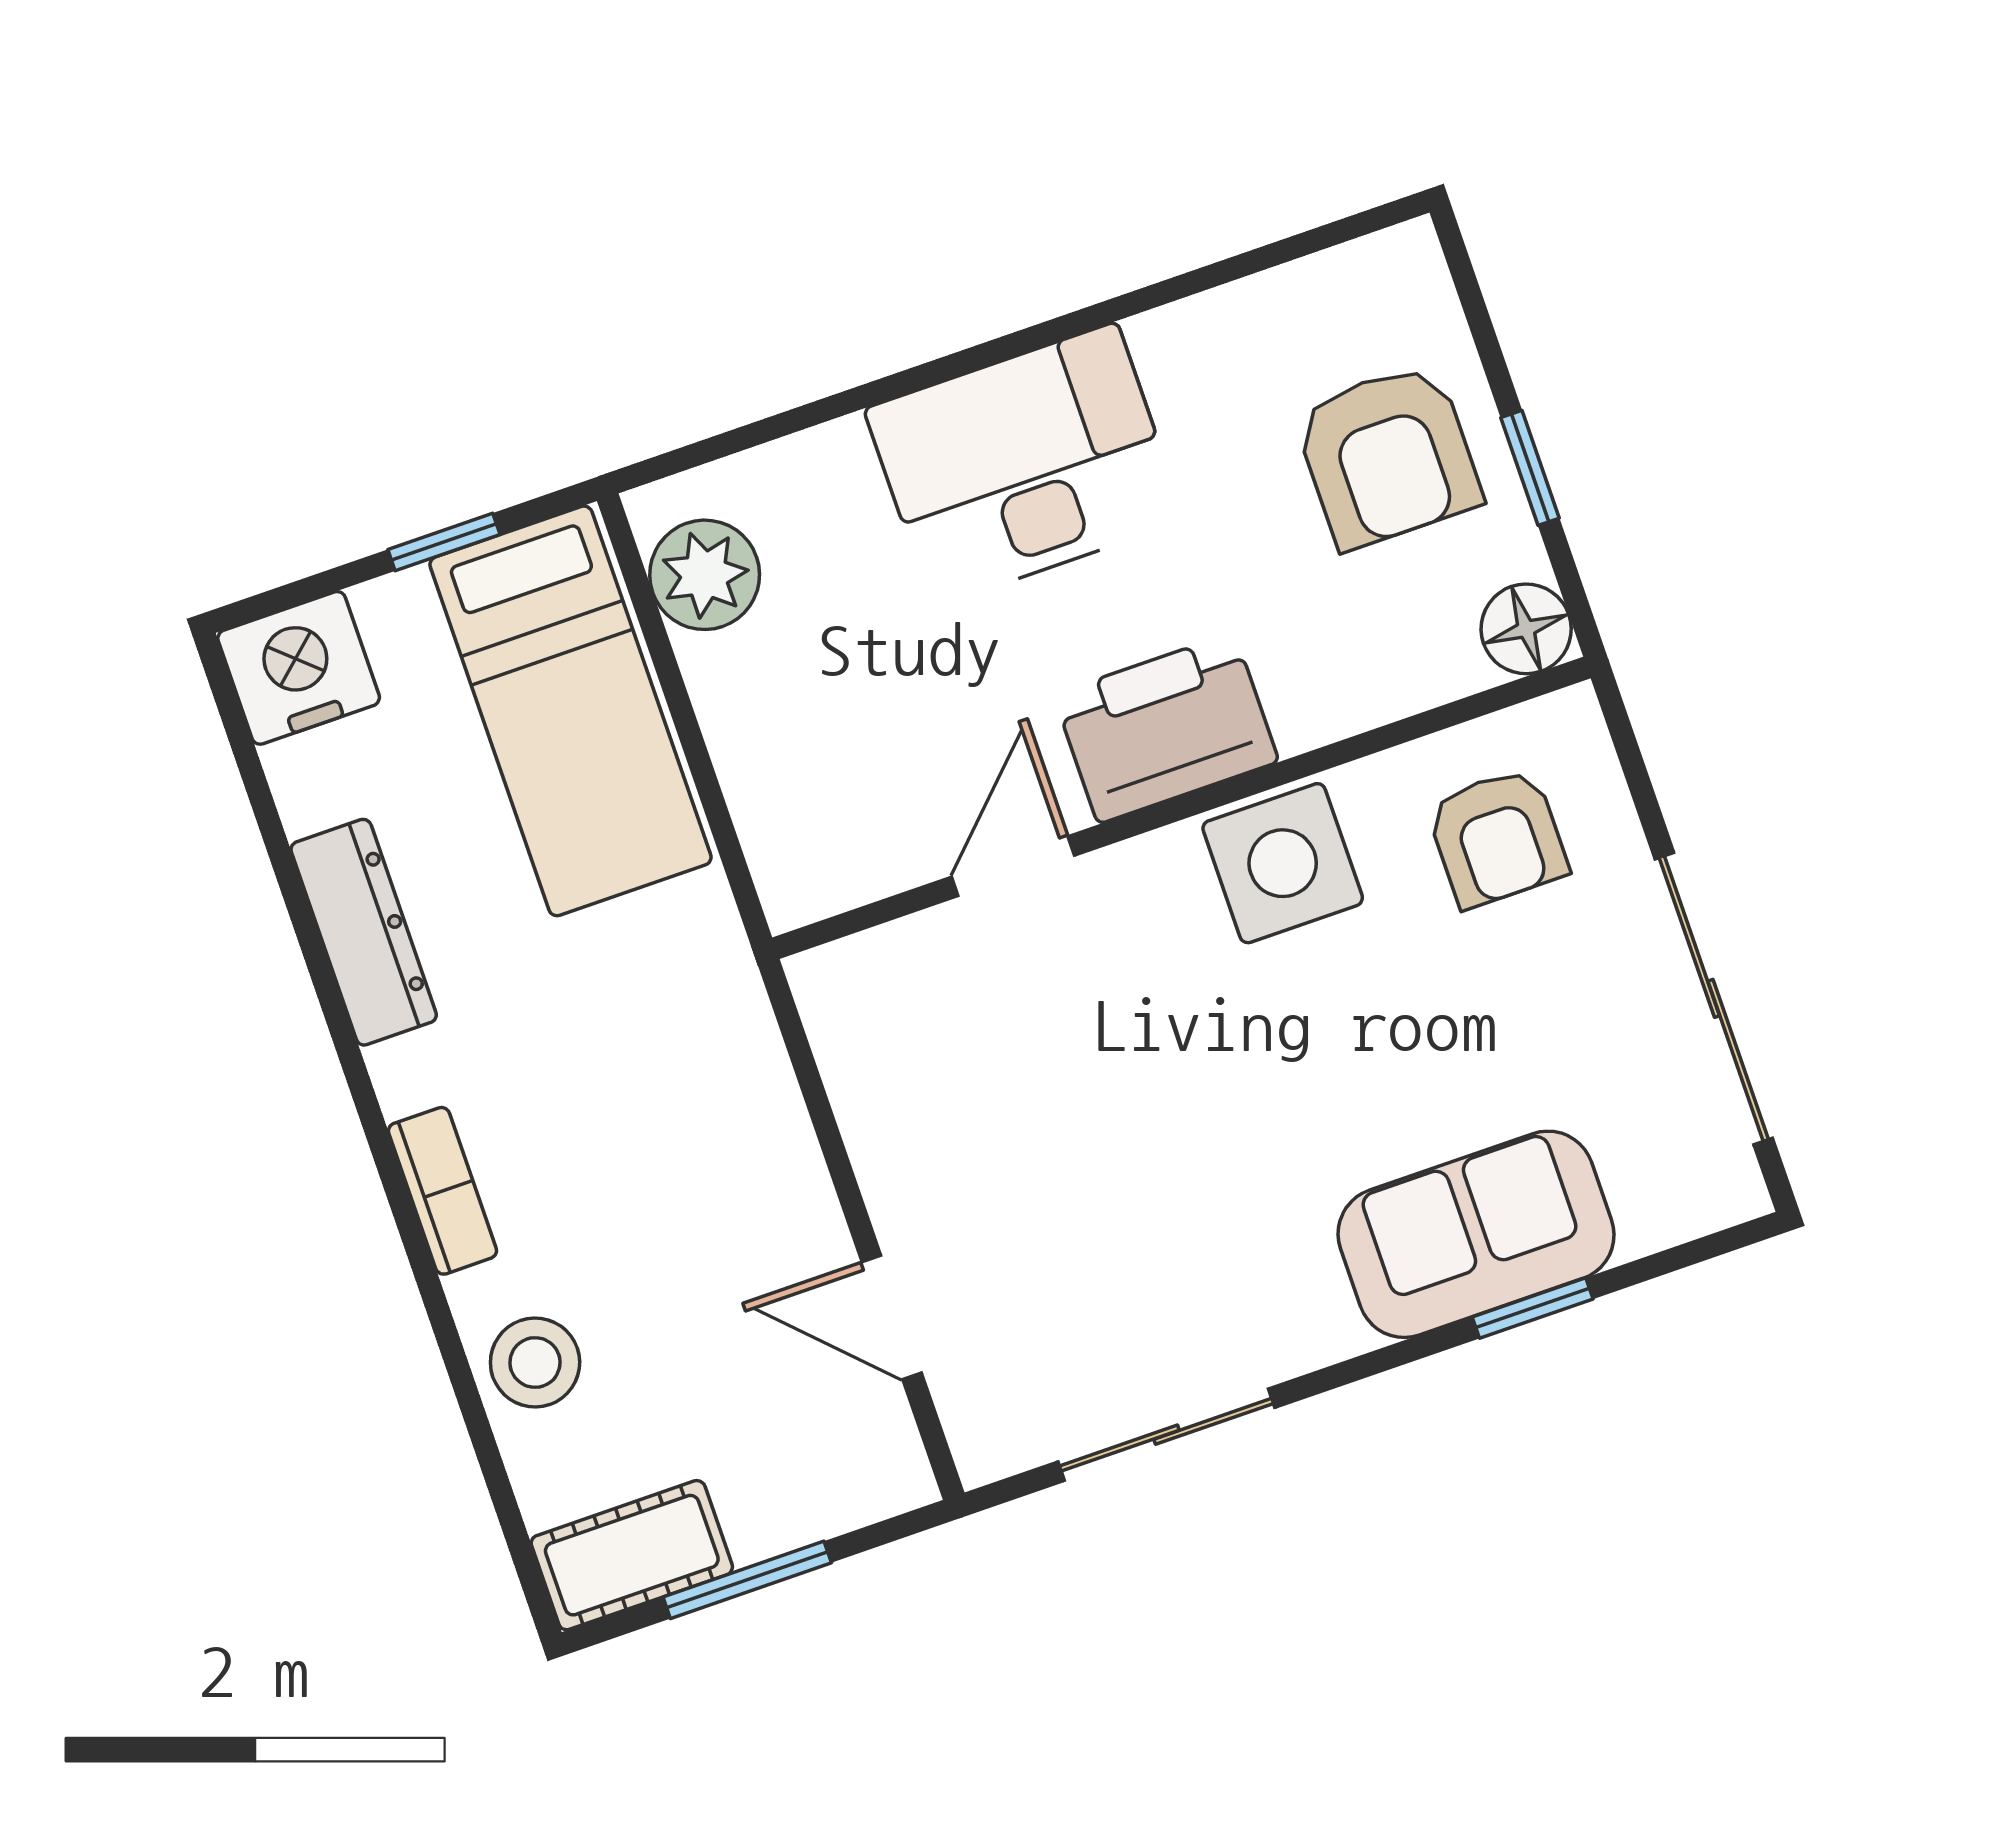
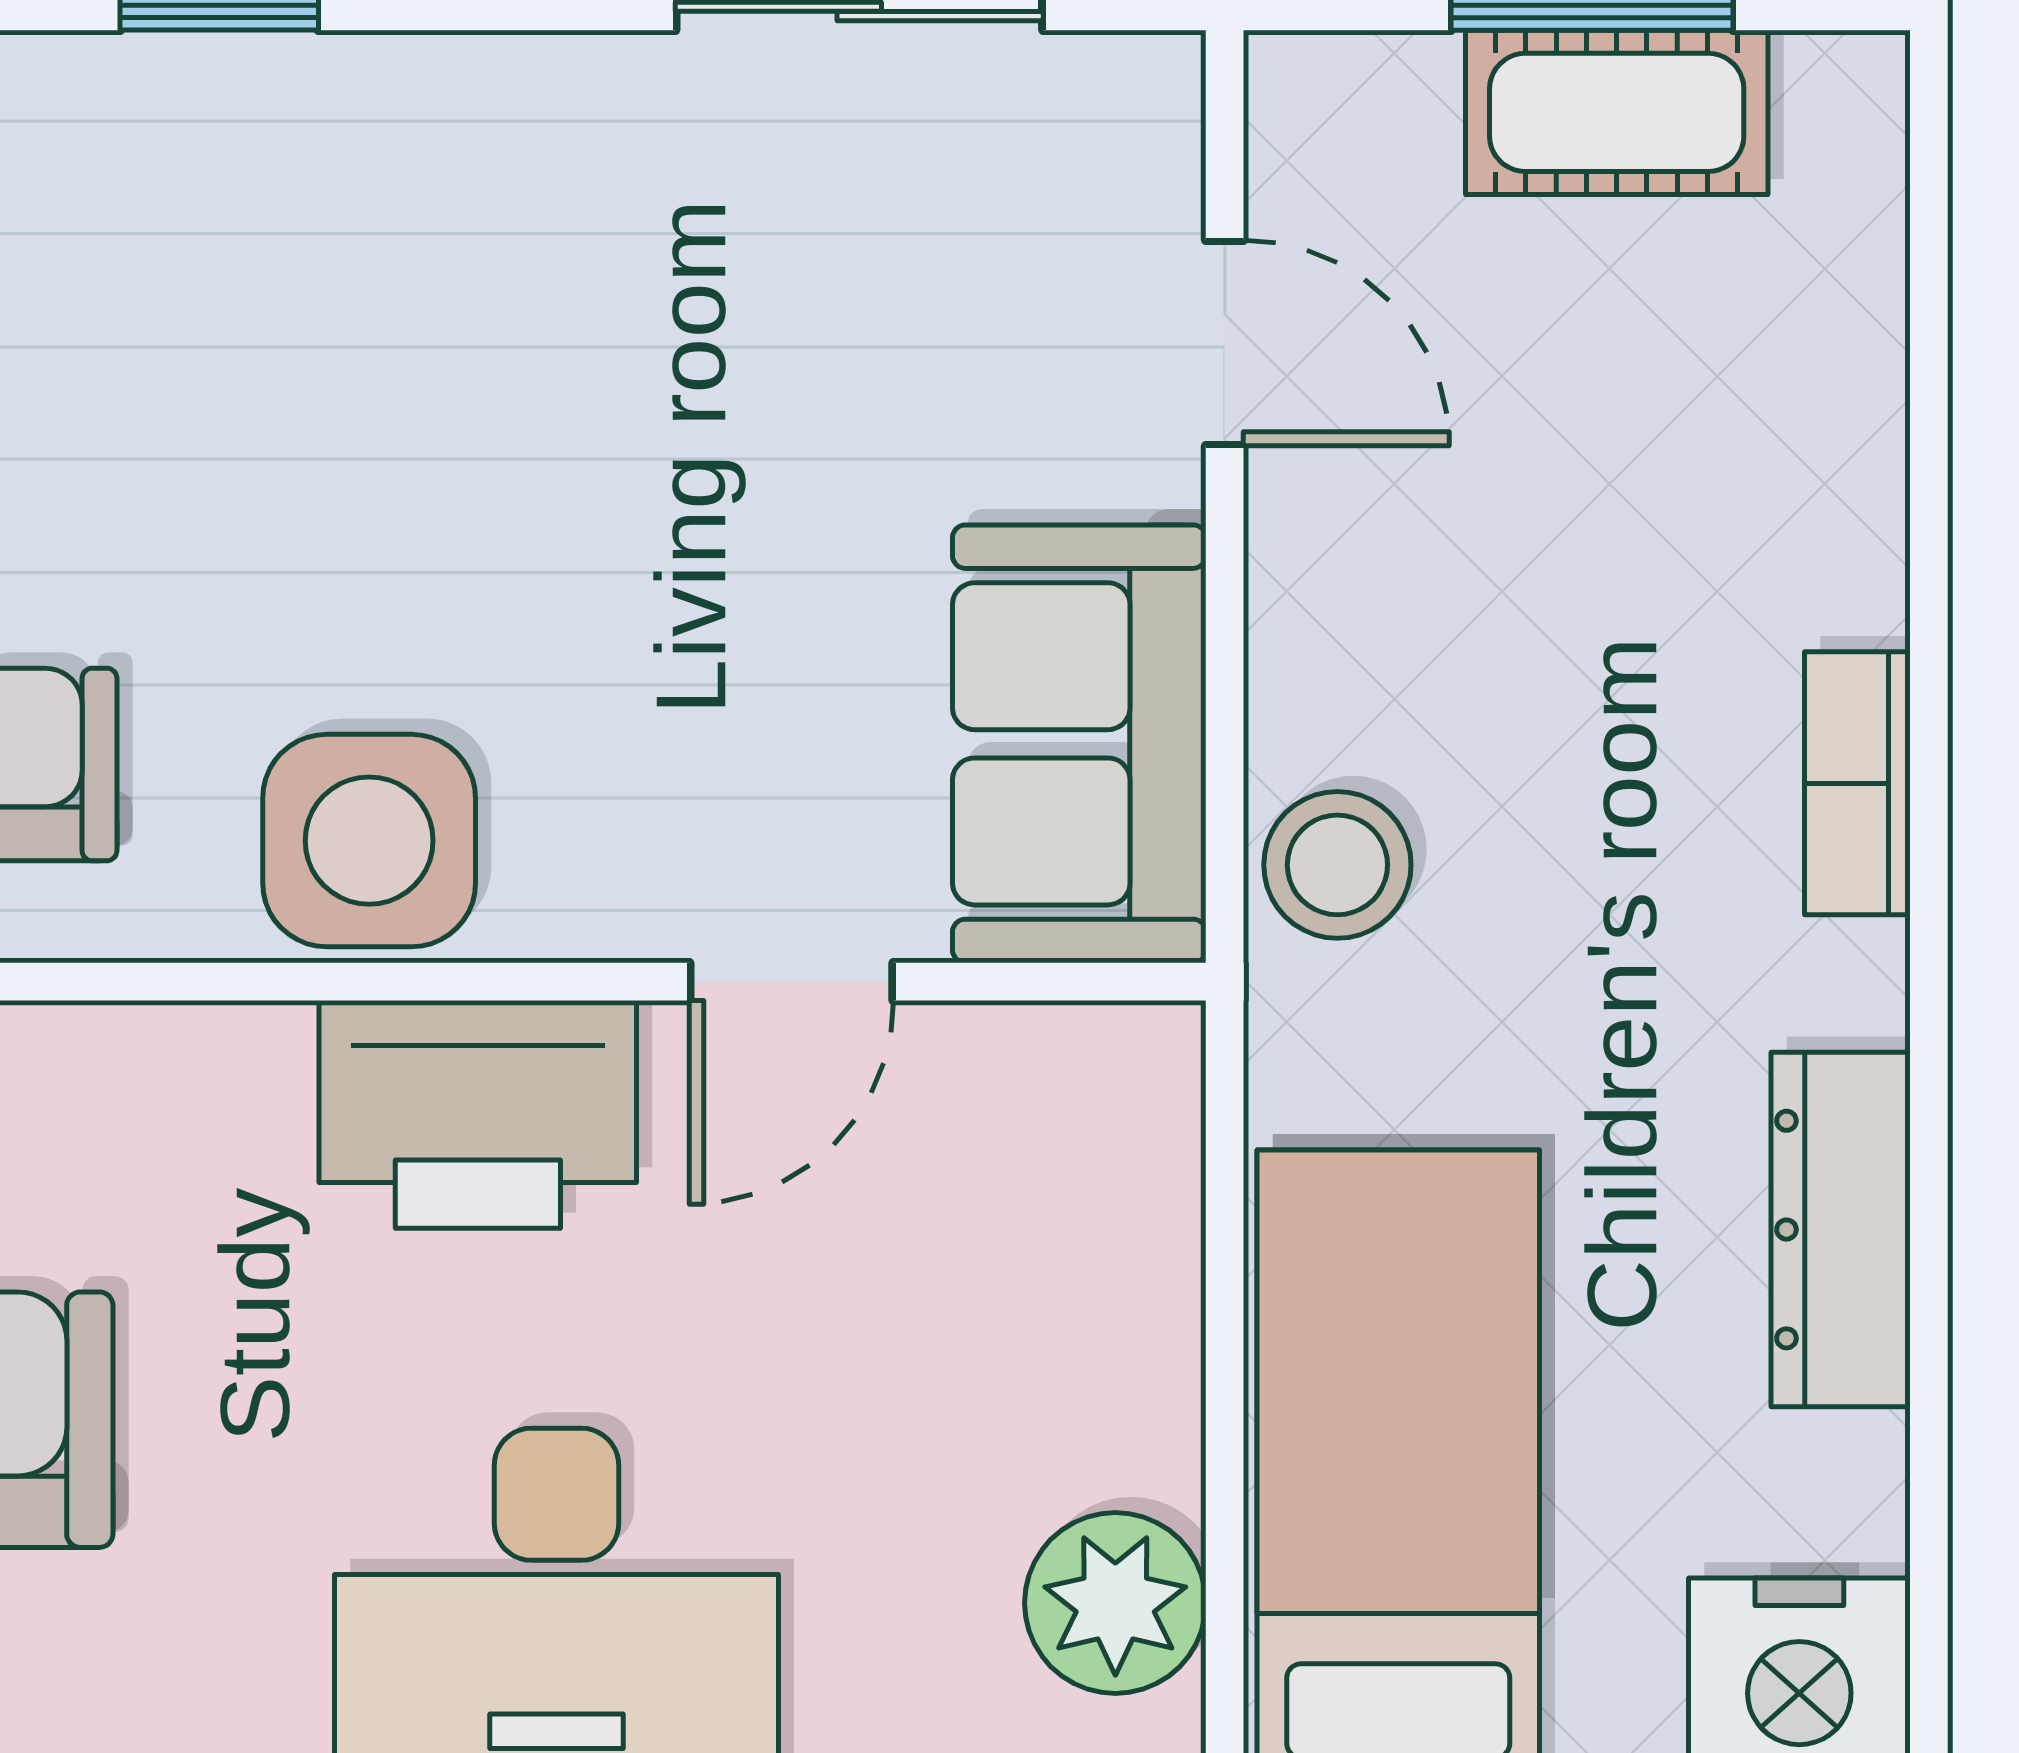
sofa: (1476, 1234) -> (1079, 744), moved, turned 90
stool: (535, 1362) -> (1337, 865), moved
cot: (632, 1555) -> (1617, 112), moved

